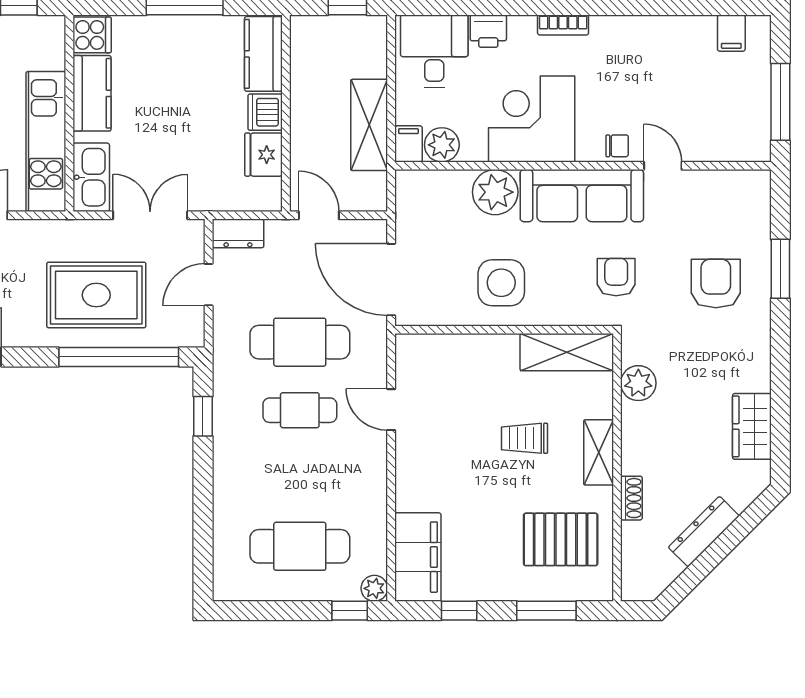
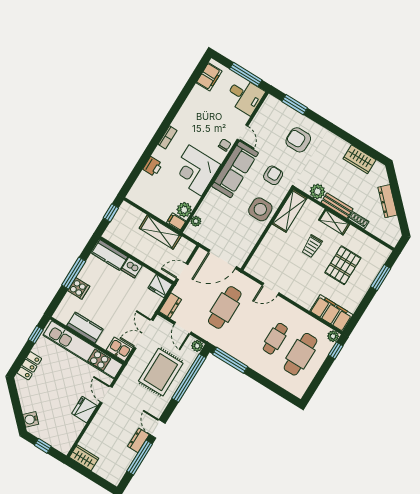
filing cabinet: (731, 33) -> (209, 77), width x2.00
cooker: (92, 35) -> (79, 288), moved, turned 90
desk: (434, 51) -> (245, 96), moved, turned 180
kitchen unit: (46, 141) -> (83, 350), width x1.36
fridge: (264, 155) -> (160, 286), moved
door: (663, 166) -> (243, 133), swing flipped
kitchen sink: (91, 177) -> (119, 349), width x0.73
plant: (495, 192) -> (196, 221), moved, width x0.53, depth x0.53
window: (780, 269) -> (295, 105), moved
armchair: (616, 277) -> (273, 175), turned 90
side table: (501, 283) -> (260, 209), moved
plant: (192, 334) -> (197, 346), added
cafe table: (300, 410) -> (275, 339), moved
window: (203, 416) -> (230, 360), width x2.17
bench: (634, 438) -> (337, 206), added
pallet: (561, 539) -> (343, 265), moved
window: (459, 611) -> (361, 310), removed

